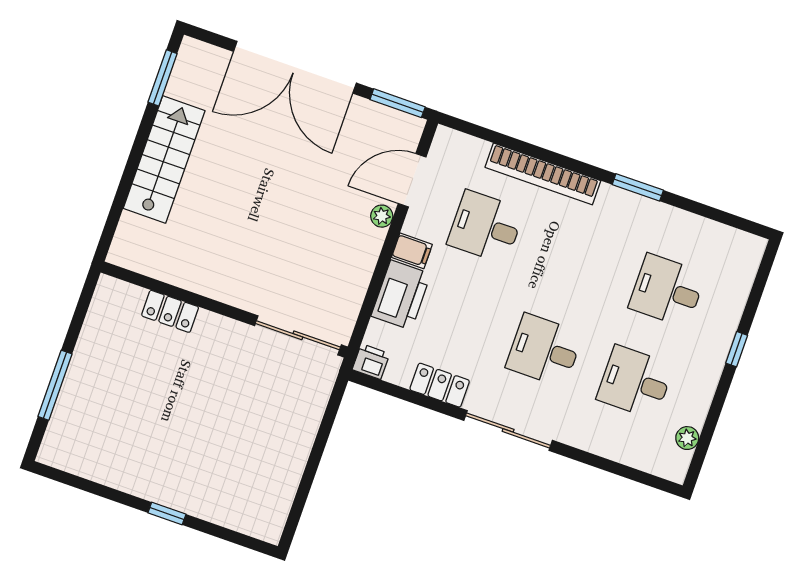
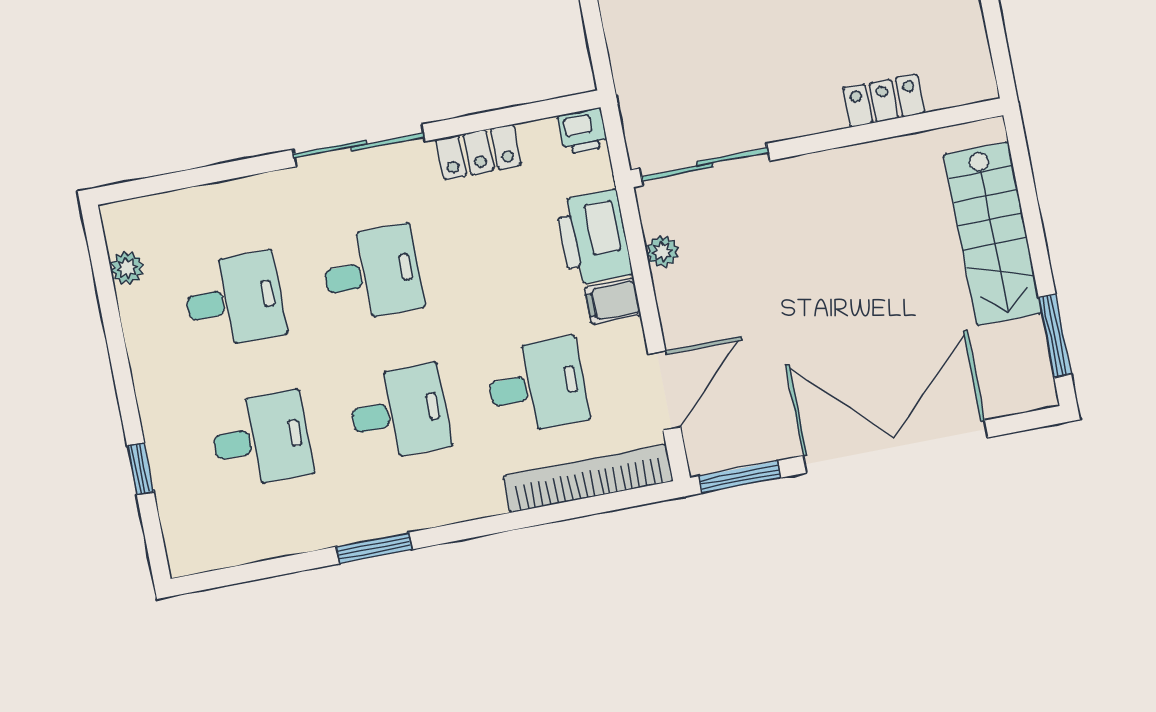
bookcase: (543, 174) -> (588, 479), moved
plant: (382, 216) -> (662, 251), moved
desk: (576, 259) -> (399, 413), added
wall: (224, 310) -> (817, 143), moved
locker: (170, 311) -> (884, 101), moved
sliding door: (298, 335) -> (705, 165), moved
window: (737, 349) -> (140, 469), moved

